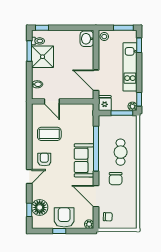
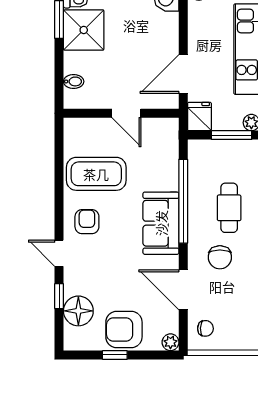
door: (96, 80) -> (183, 74), hinge flipped
door: (52, 101) -> (126, 113), moved
coffee table: (49, 134) -> (96, 174), width x1.36, depth x1.32
door: (29, 176) -> (59, 253), swing flipped
window: (29, 210) -> (59, 296), moved
armchair: (64, 217) -> (124, 330), turned -90

